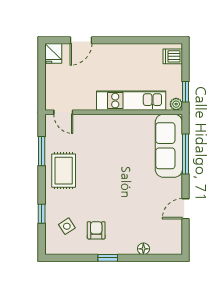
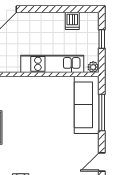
dishwasher: (173, 56) -> (72, 21), moved, turned -90
window: (185, 92) -> (102, 39), moved

